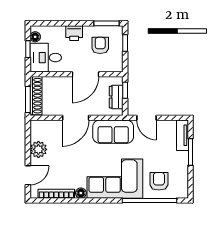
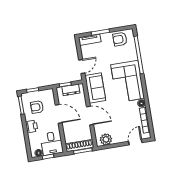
plant: (38, 149) -> (106, 139), moved
door: (28, 175) -> (135, 142), hinge flipped
armchair: (159, 181) -> (120, 39), moved

